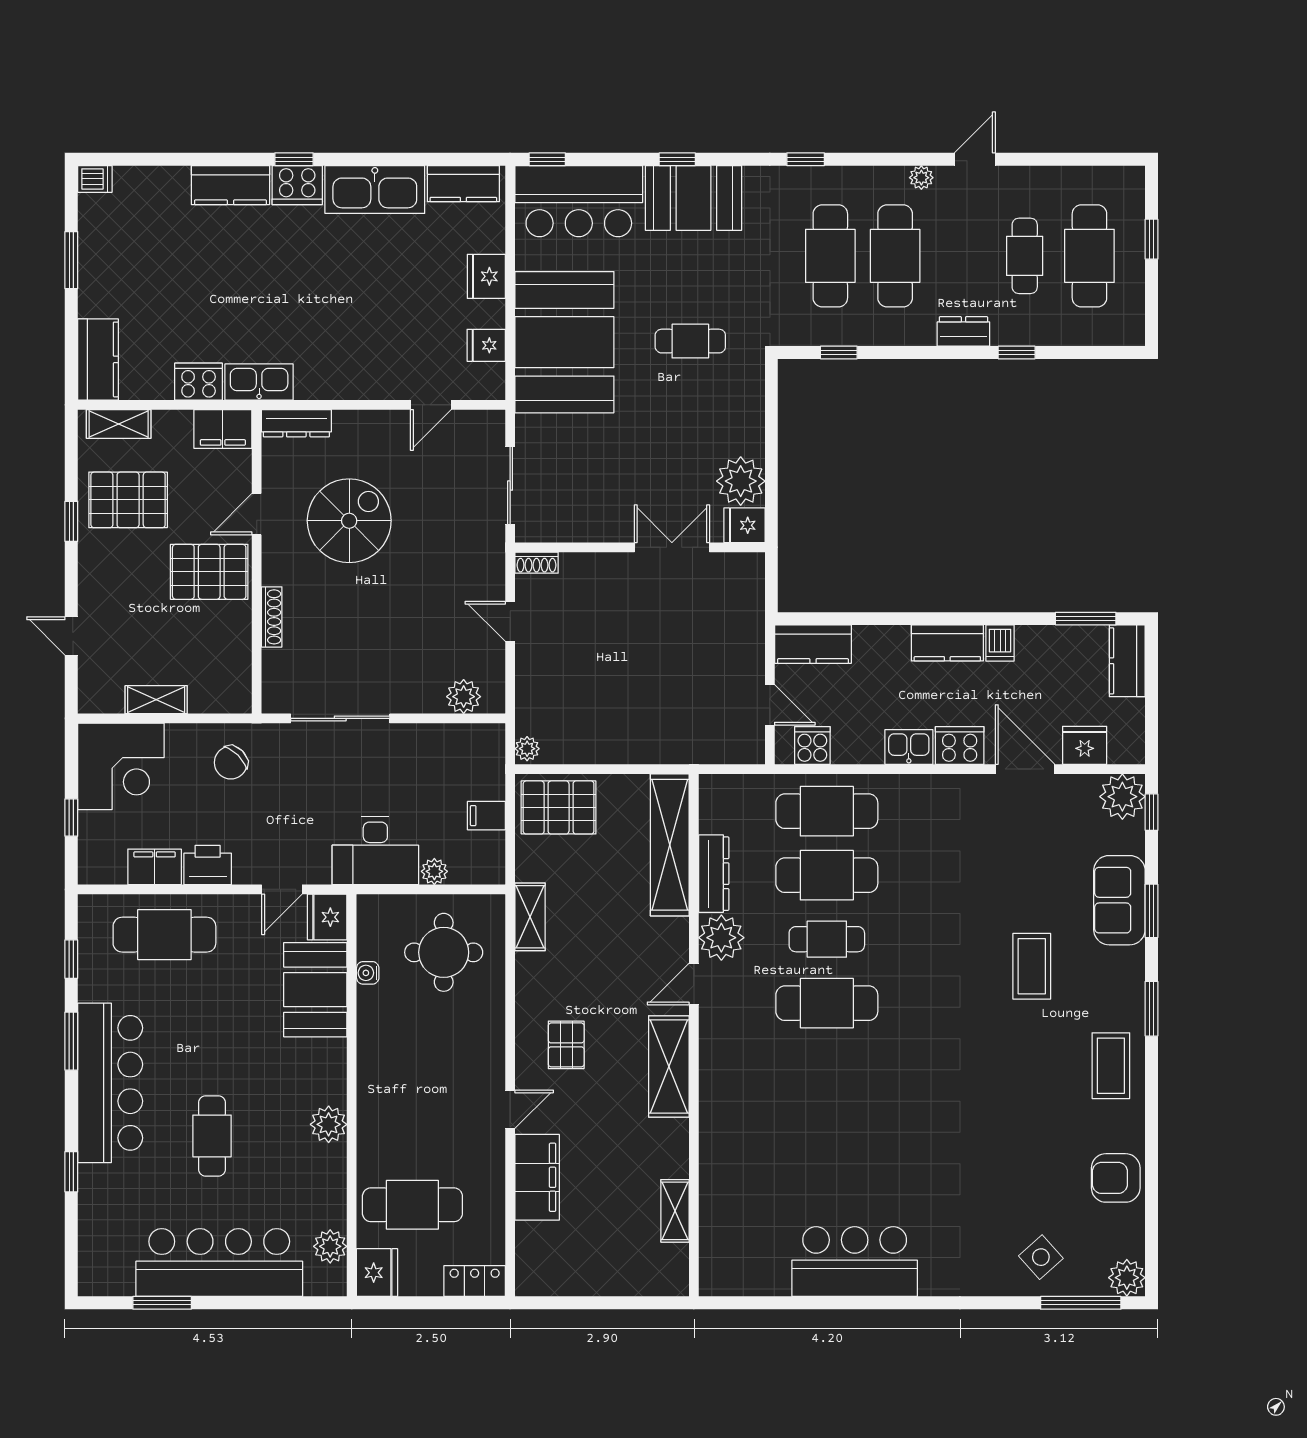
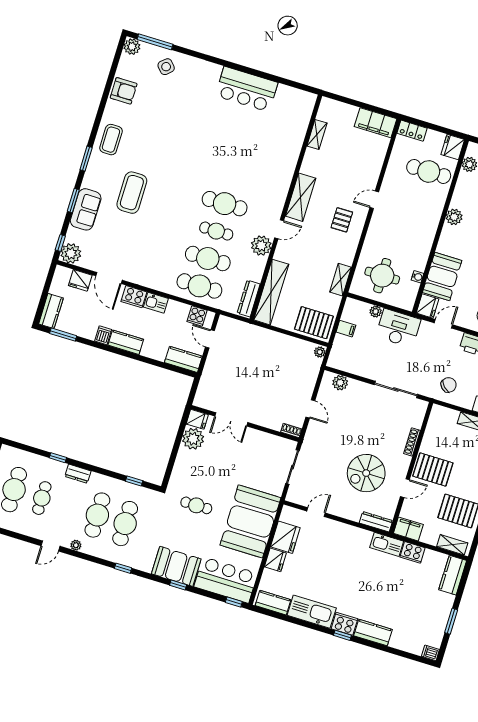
fridge: (486, 345) -> (285, 537), width x1.88, depth x1.34
dresser: (714, 874) -> (249, 298), moved
coffee table: (1032, 966) -> (132, 193), width x1.36, depth x1.32
filing cabinet: (537, 1177) -> (376, 123), moved, turned -90

